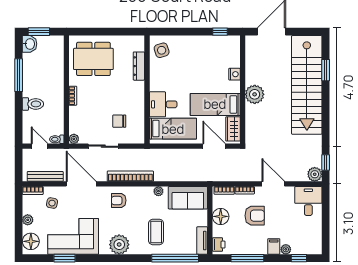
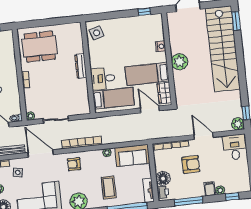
dresser: (139, 66) -> (81, 66), moved
window: (326, 70) -> (236, 21), moved
chair: (119, 121) -> (67, 97), removed
floor lamp: (221, 216) -> (163, 178), moved

